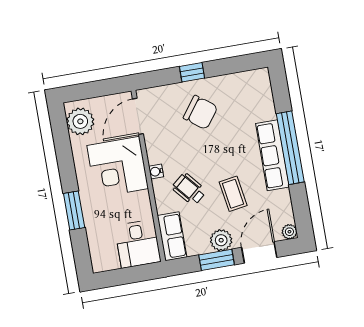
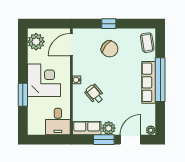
corner desk: (118, 167) -> (44, 80), moved, turned 180
coffee table: (233, 194) -> (147, 43), moved
row of seats: (172, 236) -> (87, 128), moved, turned -90

